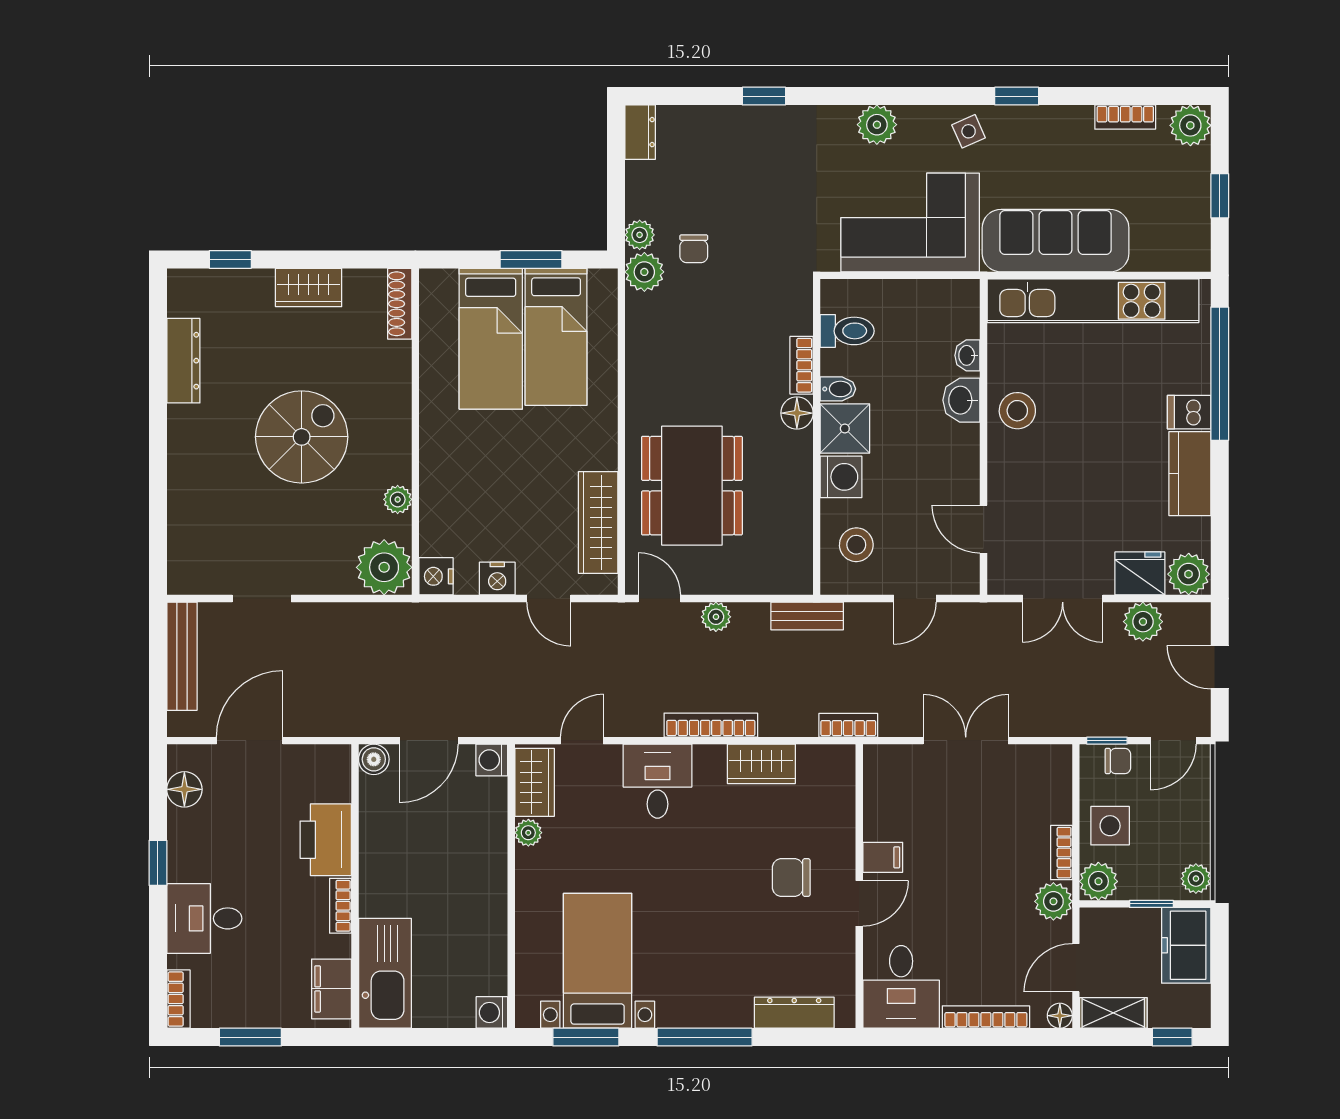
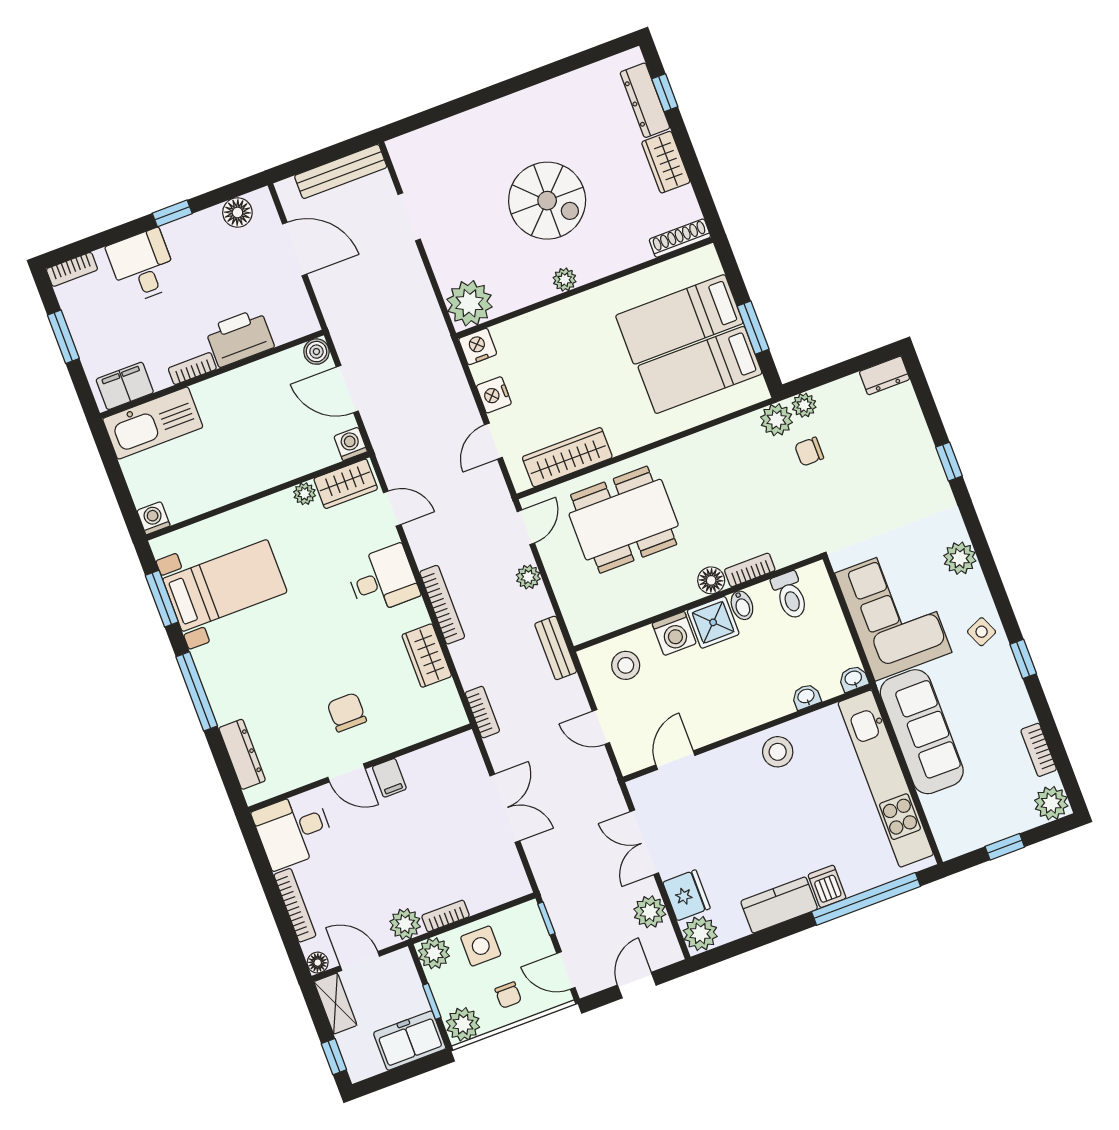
dresser: (183, 361) -> (645, 100), moved, turned 90
washbasin: (961, 400) -> (853, 679), moved, width x0.72, depth x0.69
plant: (398, 499) -> (565, 280), moved
chair: (1118, 761) -> (508, 995), moved
plant: (1196, 879) -> (463, 1024), width x1.38, depth x1.38

